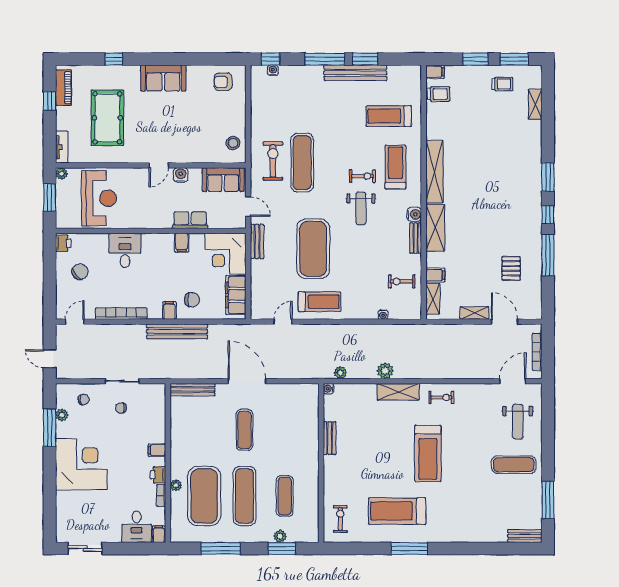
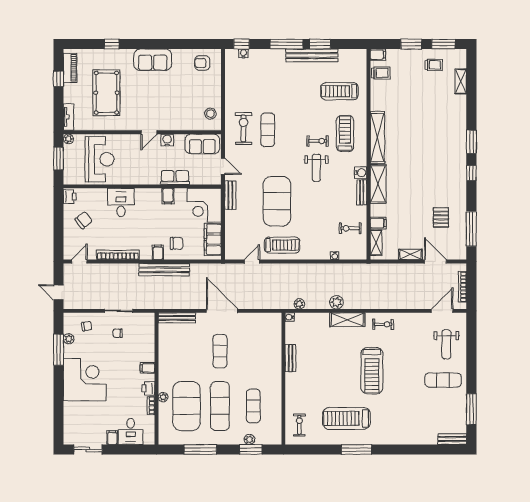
exercise mat: (302, 163) -> (268, 130), width x0.73, depth x0.69
window: (548, 255) -> (471, 229), moved
filing cabinet: (159, 534) -> (112, 438), moved

